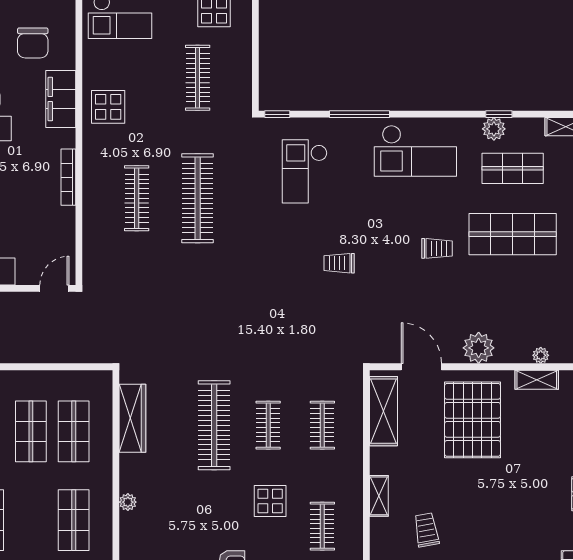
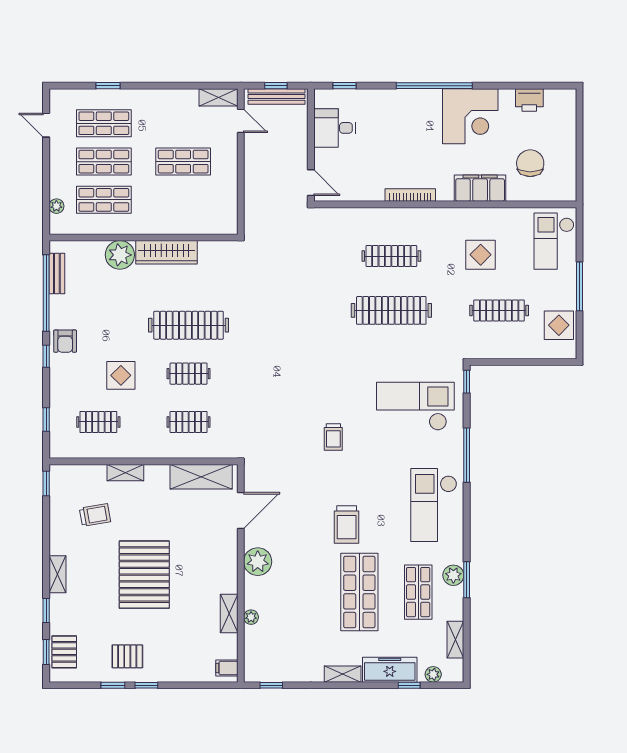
chair: (33, 43) -> (530, 163), turned 90
display table: (108, 107) -> (481, 255), moved
window: (499, 114) -> (467, 580), width x1.50
checkout: (305, 171) -> (415, 406), width x1.36, depth x1.21
trolley: (437, 248) -> (347, 525), width x1.36, depth x1.39
trolley: (339, 263) -> (333, 437), turned 180
wardrobe: (132, 418) -> (167, 252), moved
pallet: (473, 420) -> (144, 575), moved, turned 90
shop shelf: (74, 431) -> (104, 162), moved
plant: (128, 502) -> (120, 255), width x1.88, depth x1.88

